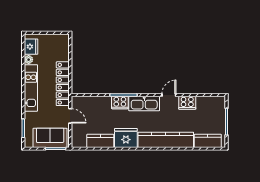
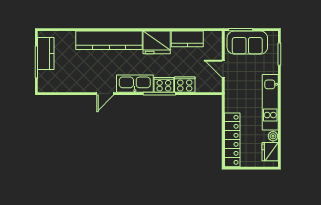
locker: (63, 84) -> (232, 140), moved
cooker: (187, 103) -> (185, 85), moved
kitchen counter: (208, 141) -> (46, 53), moved, turned -90

